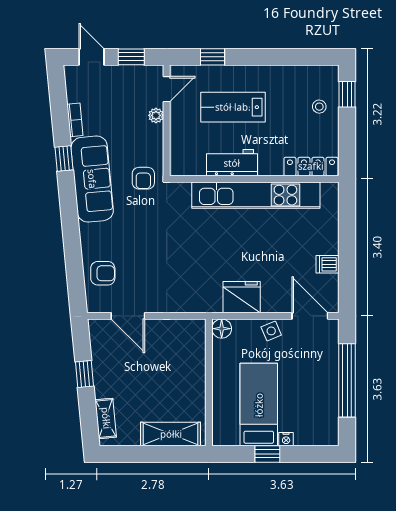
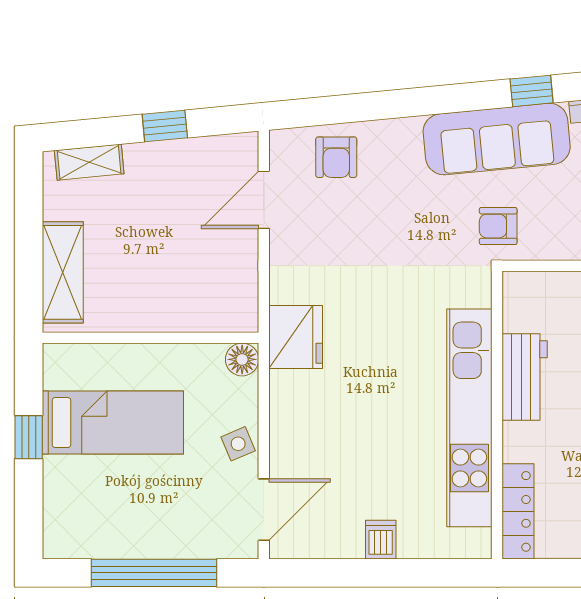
dishwasher: (328, 264) -> (381, 540), moved
fridge: (242, 297) -> (296, 337), moved
nightstand: (286, 439) -> (54, 469), removed

